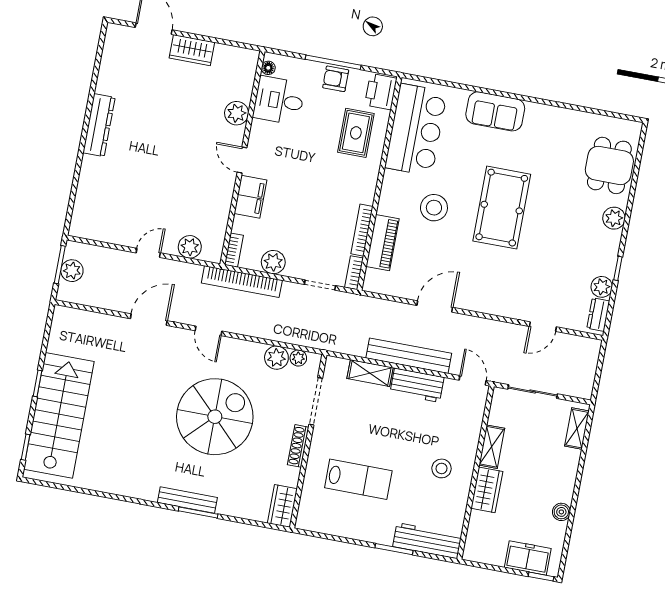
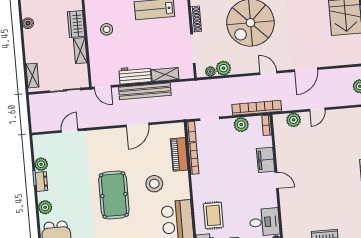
plant: (237, 113) -> (288, 207), removed
dresser: (598, 315) -> (41, 181), moved

